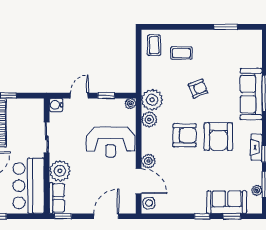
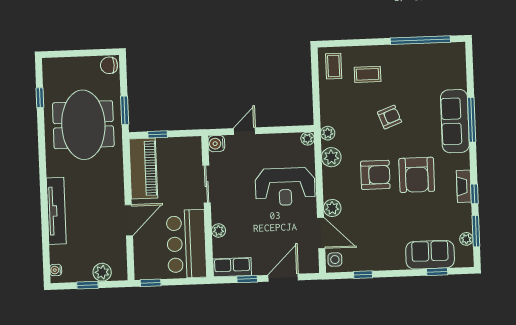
window: (226, 27) -> (420, 40), width x2.11
window: (106, 96) -> (278, 130), removed
plant: (152, 100) -> (328, 133), width x0.53, depth x0.53
plant: (60, 171) -> (219, 231), width x0.53, depth x0.53
row of seats: (57, 198) -> (232, 267), moved, turned -90
window: (63, 216) -> (247, 279), moved
window: (202, 216) -> (363, 275), moved

